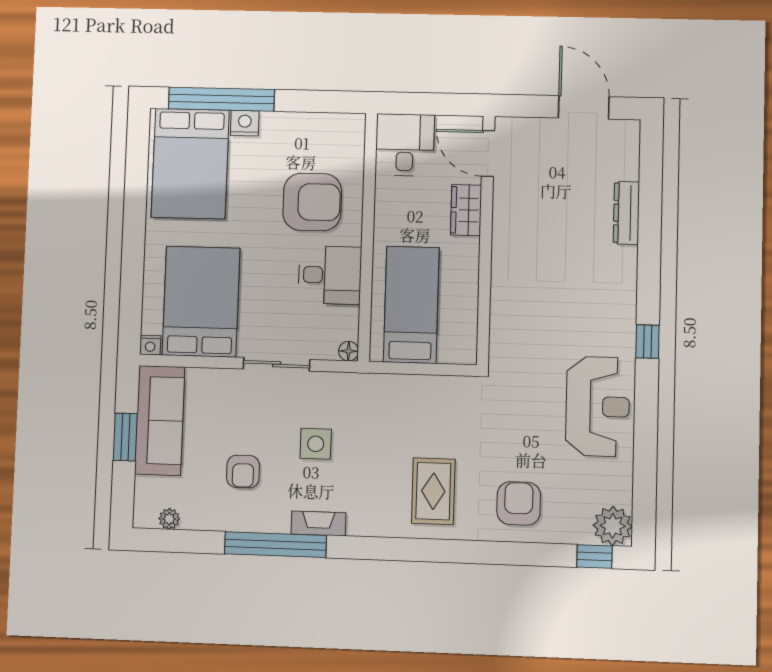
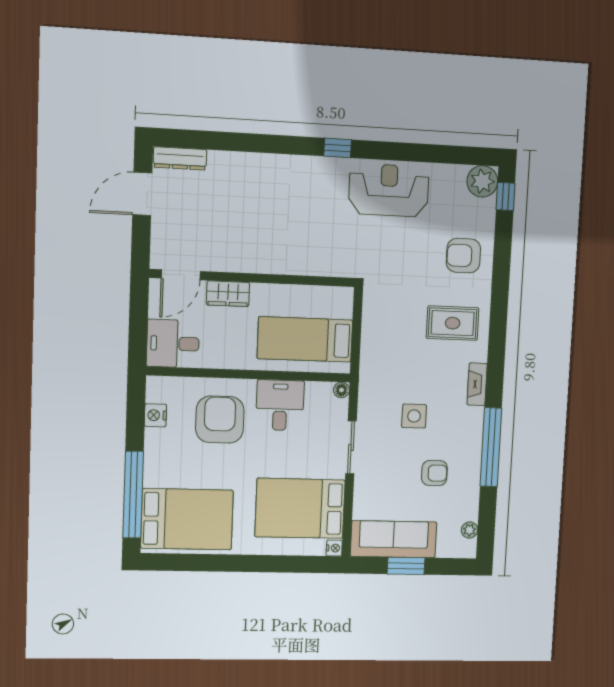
nightstand: (245, 123) -> (155, 415), moved
dresser: (626, 213) -> (180, 158), moved
fireplace: (318, 523) -> (477, 384), moved

